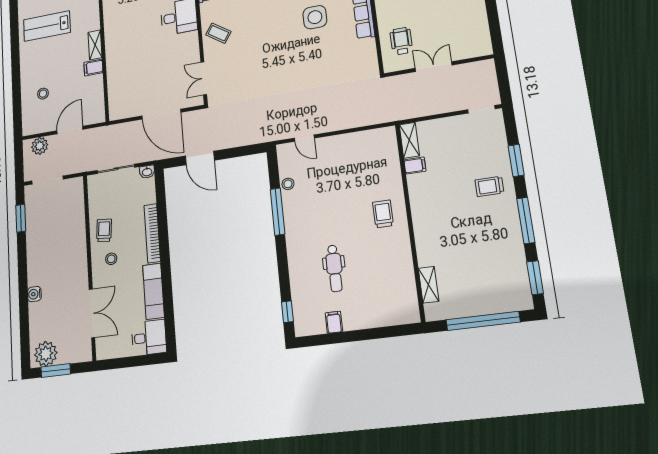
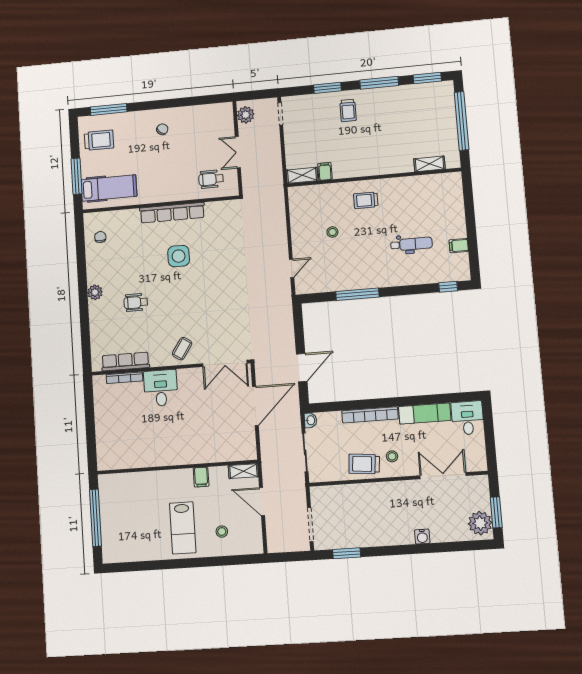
lab bench: (47, 26) -> (183, 528), moved
shelving: (95, 45) -> (243, 471), moved
double door: (204, 78) -> (225, 363), width x1.37
plant: (40, 146) -> (246, 115), moved
stool: (288, 184) -> (332, 232), moved
trolley: (104, 230) -> (364, 464), width x1.36, depth x1.39

